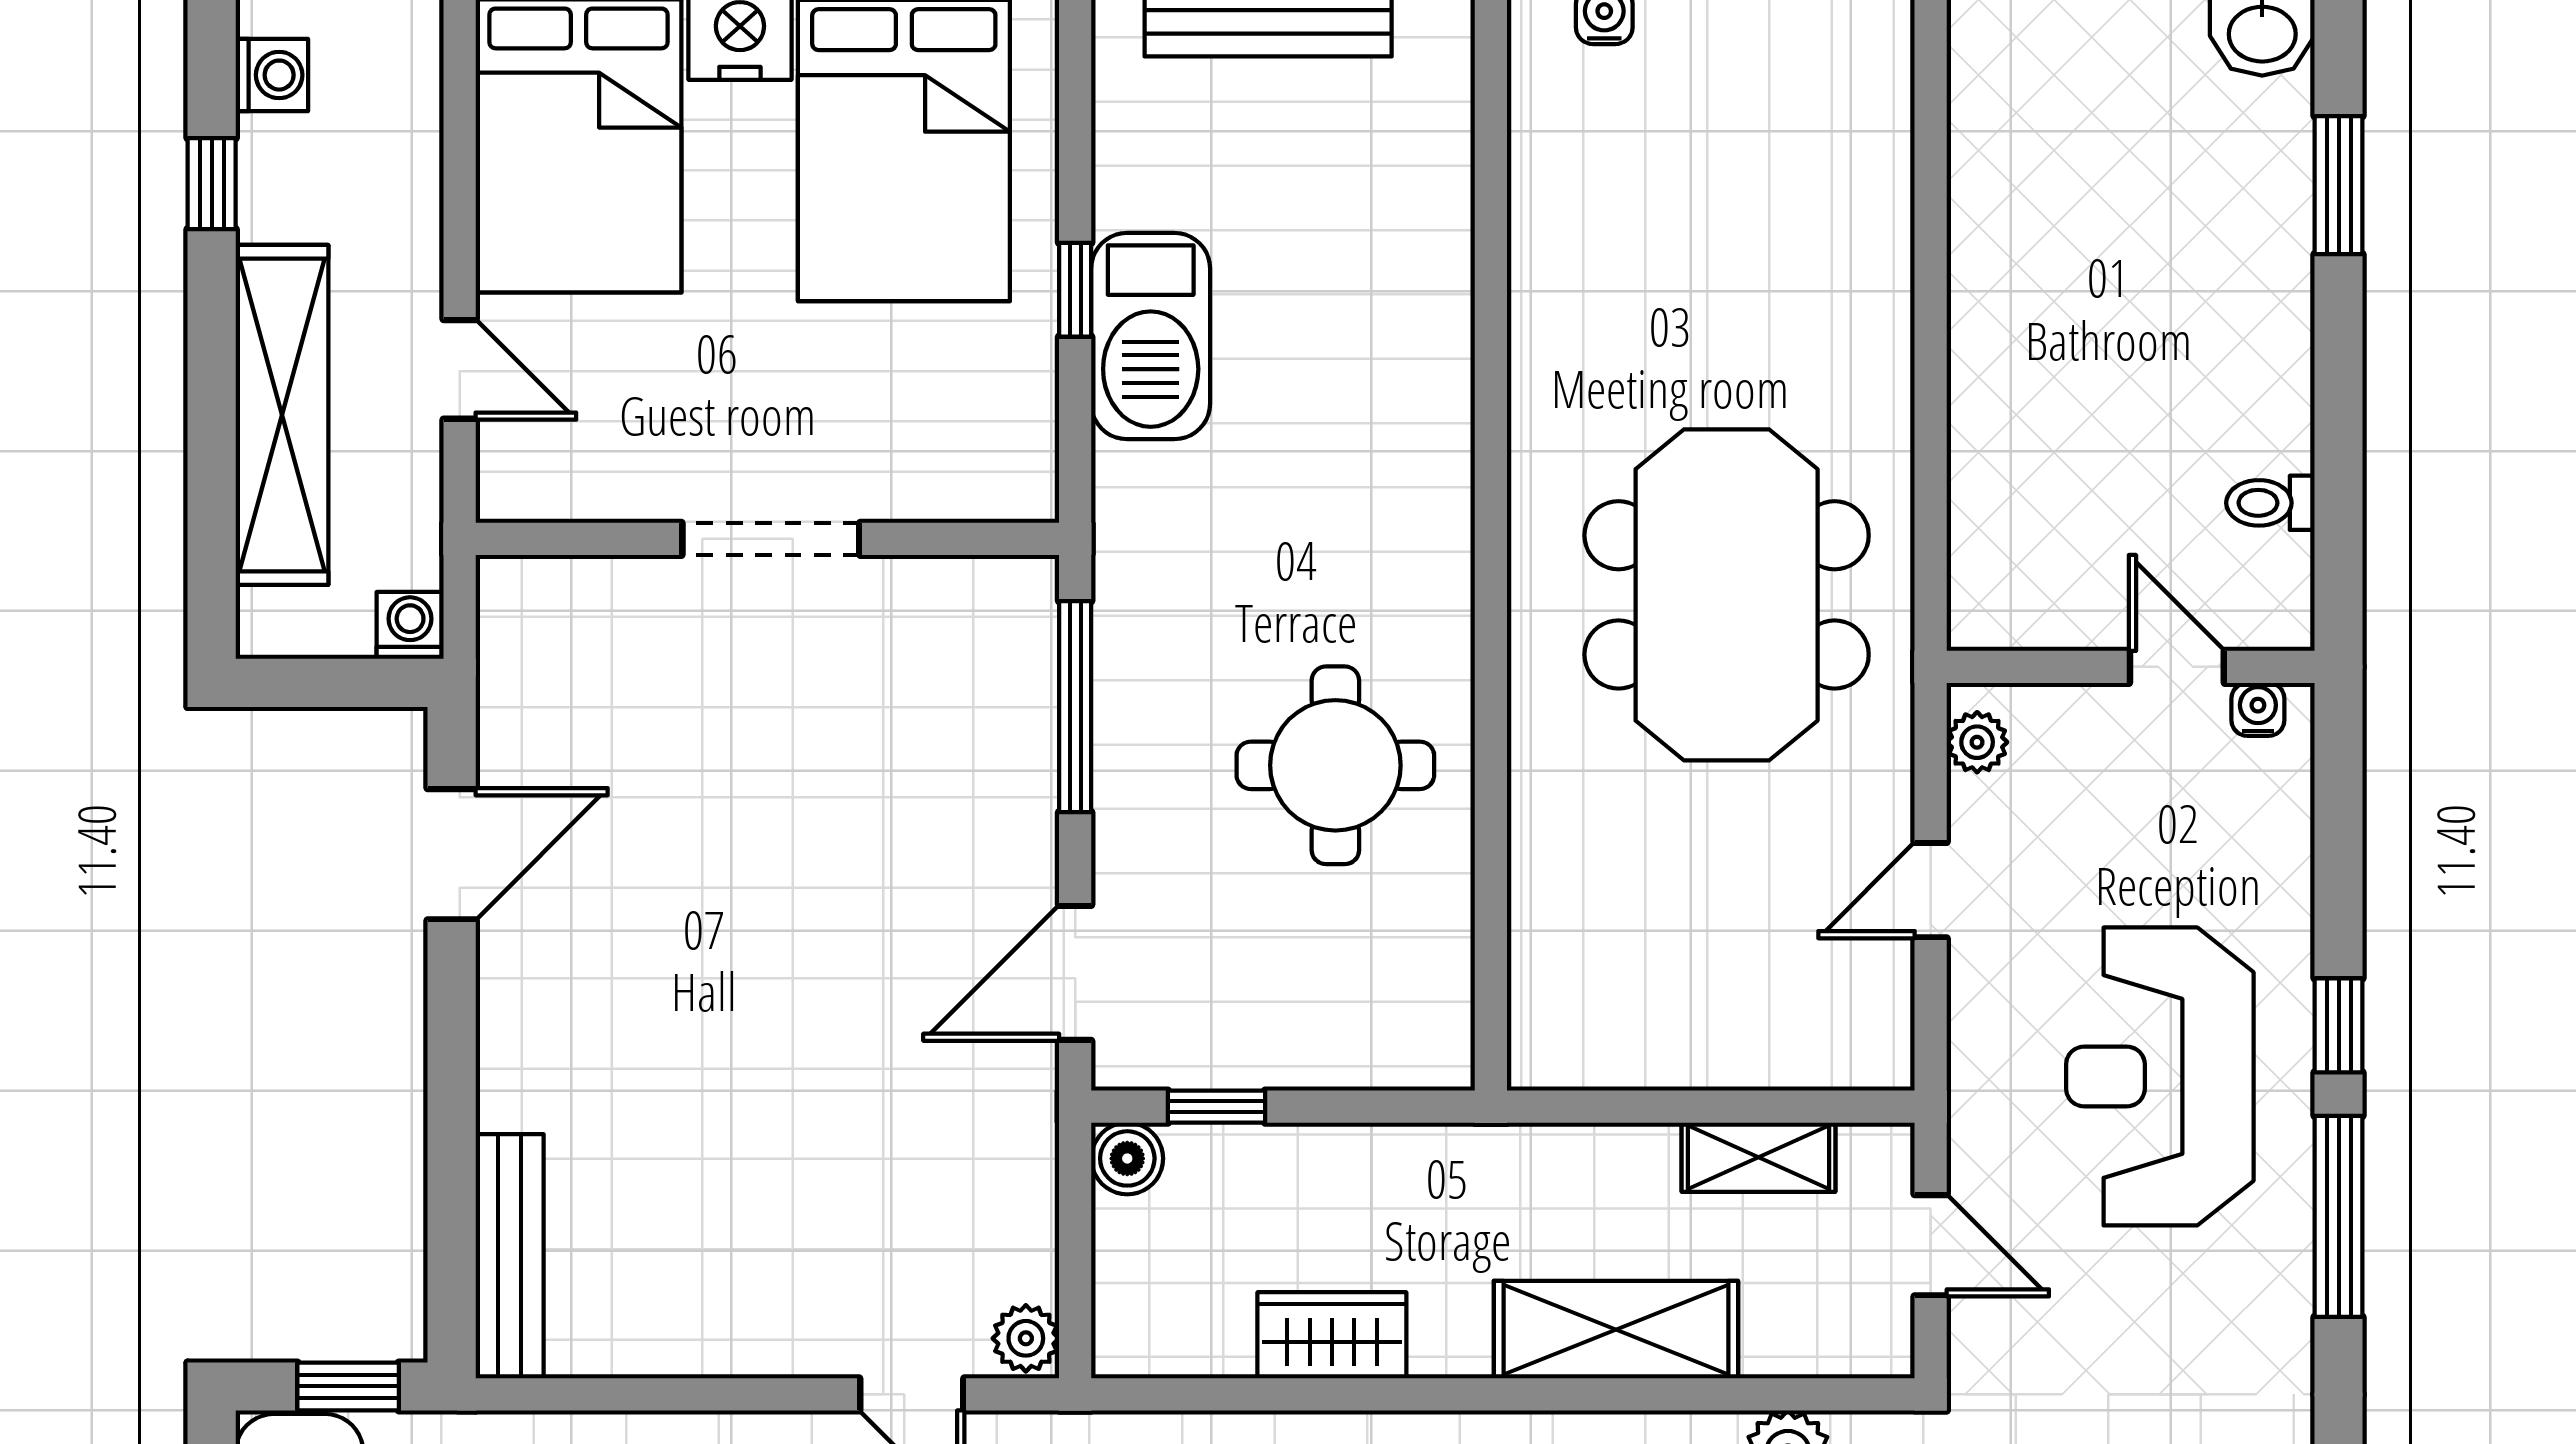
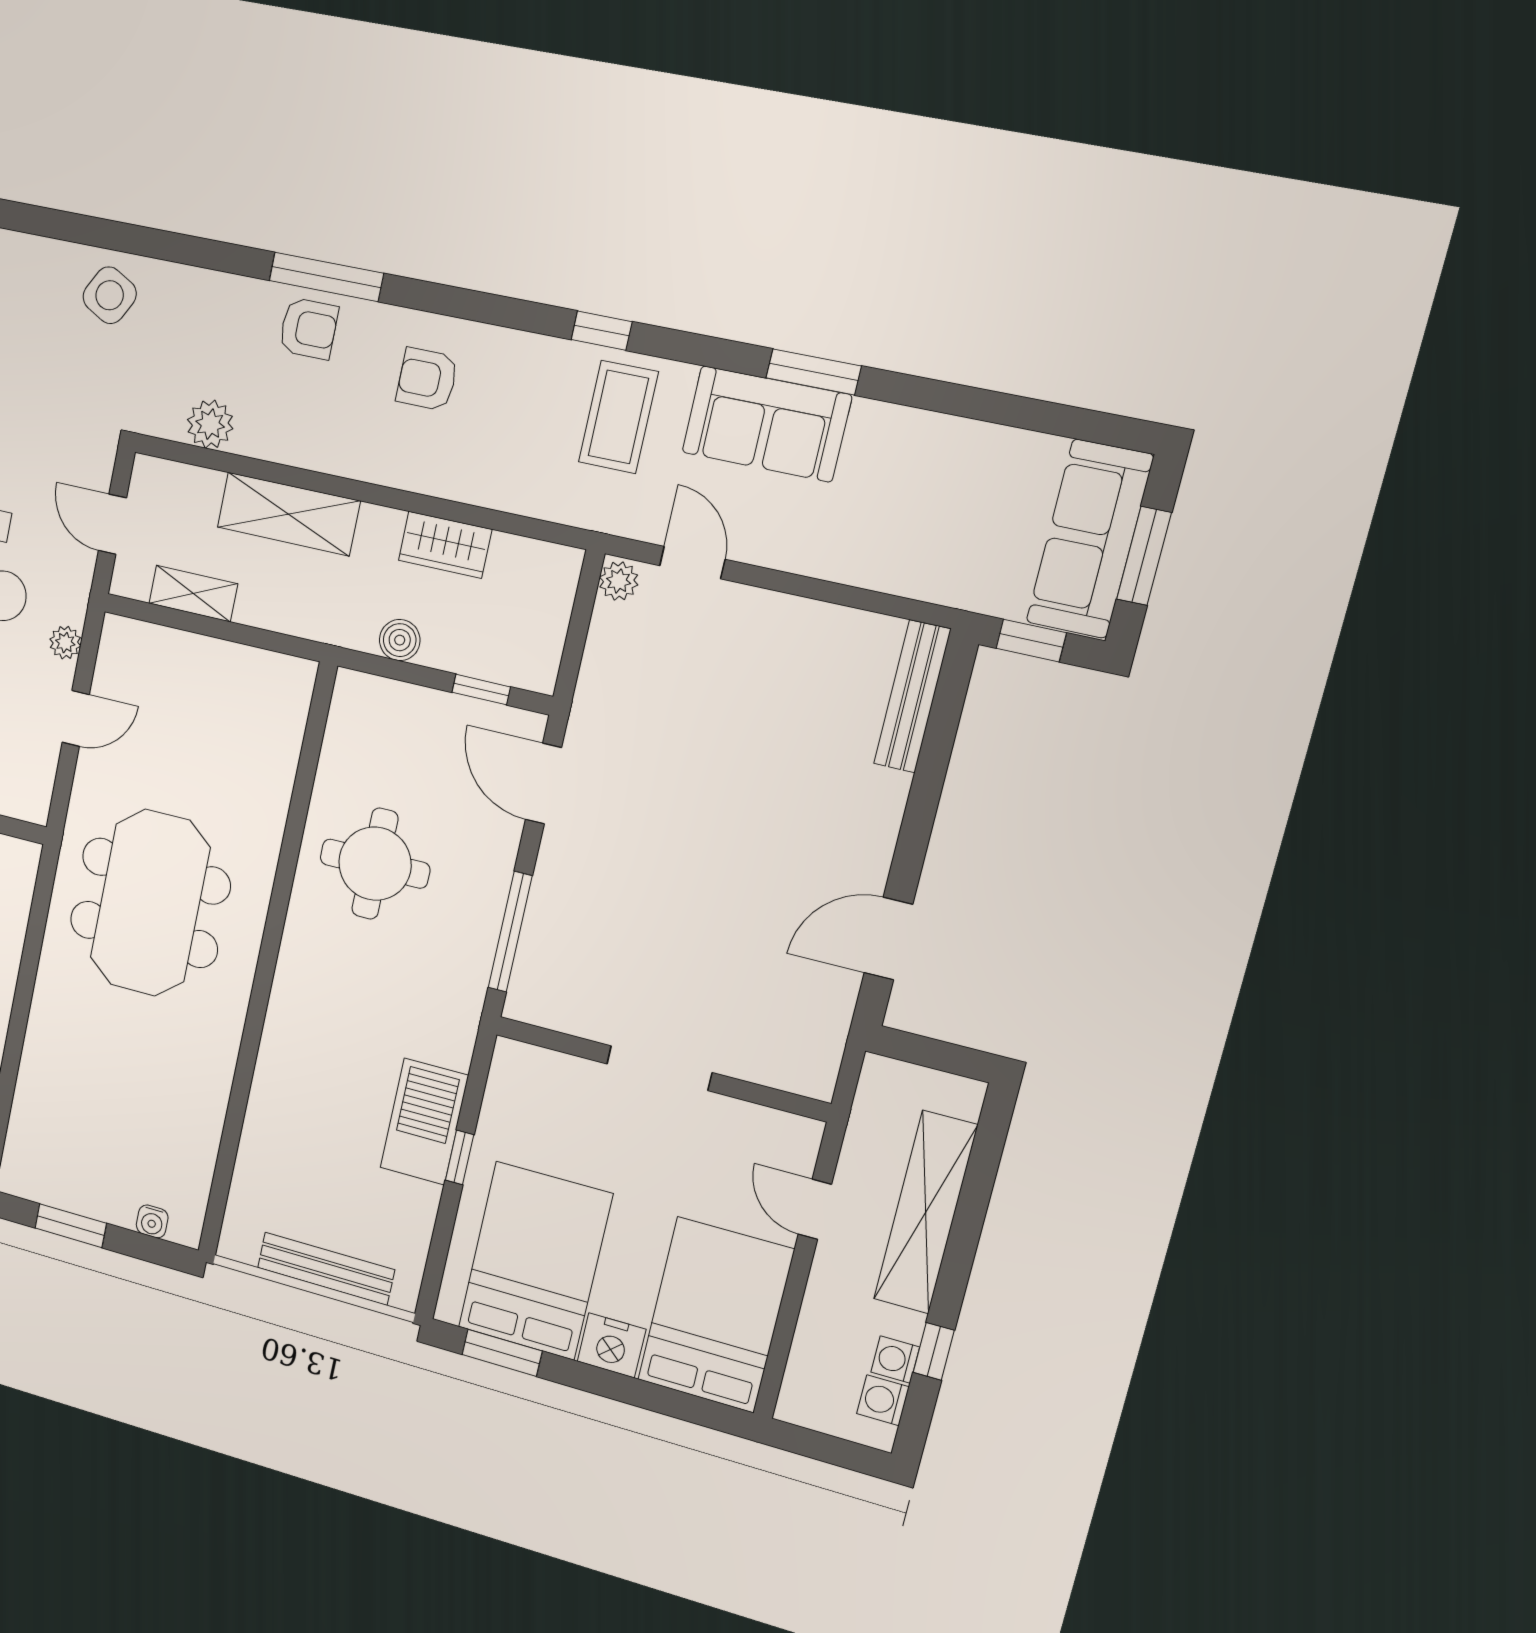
washing machine: (410, 625) -> (895, 1359), moved, turned 90
plant: (1977, 742) -> (65, 643), moved
door: (1075, 973) -> (543, 784), swing flipped
boiler: (1127, 1158) -> (400, 640), moved

